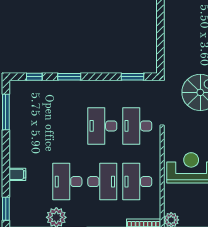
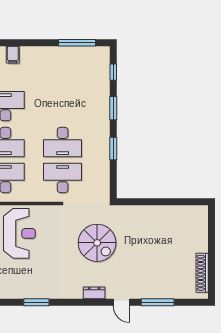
window: (132, 77) -> (113, 149), moved
desk: (102, 126) -> (63, 142), turned 180

